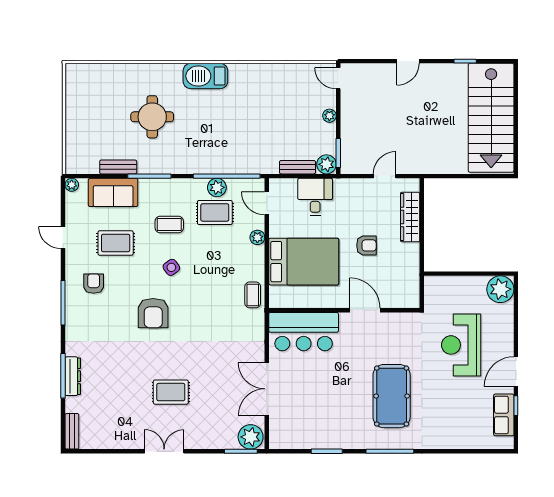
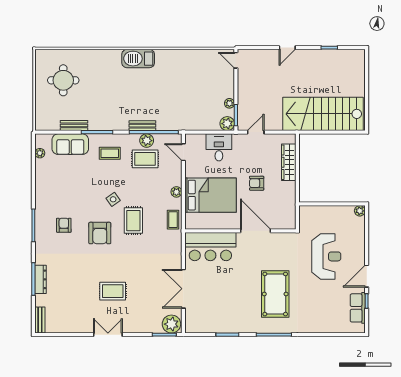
plant: (329, 116) -> (229, 103), moved
round table: (152, 117) -> (63, 80), moved
stairs: (491, 118) -> (323, 114), moved, turned 90
bench: (297, 167) -> (142, 126), moved
door: (385, 176) -> (256, 132), moved
plant: (72, 185) -> (40, 153), moved
coffee table: (169, 225) -> (110, 153), moved
plant: (257, 237) -> (176, 192), moved
door: (63, 238) -> (33, 177), removed
rug: (116, 243) -> (133, 221), moved, turned 90
armchair: (366, 245) -> (257, 183), turned 180
armchair: (94, 284) -> (64, 225), moved
plant: (500, 289) -> (360, 211), width x0.53, depth x0.53
door: (365, 310) -> (256, 231), width x1.36
reception desk: (461, 345) -> (326, 256), turned 180

